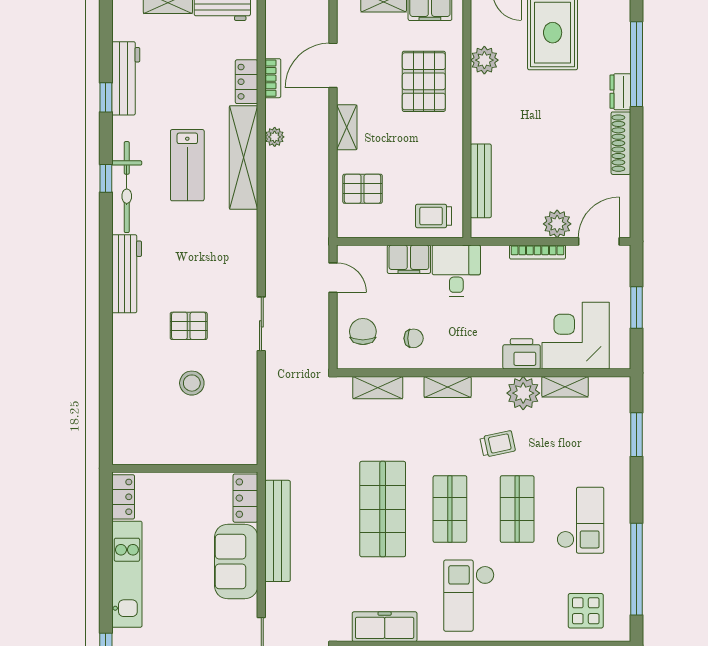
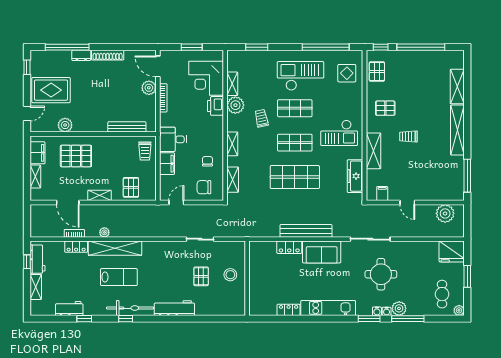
workbench: (126, 78) -> (69, 309), width x0.73
wall: (185, 468) -> (247, 278), moved
checkout: (580, 520) -> (301, 76), width x1.36, depth x1.21

